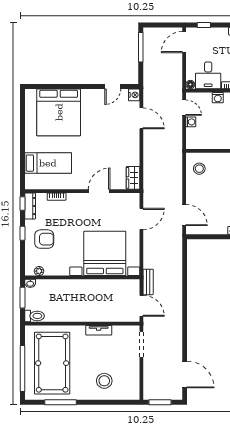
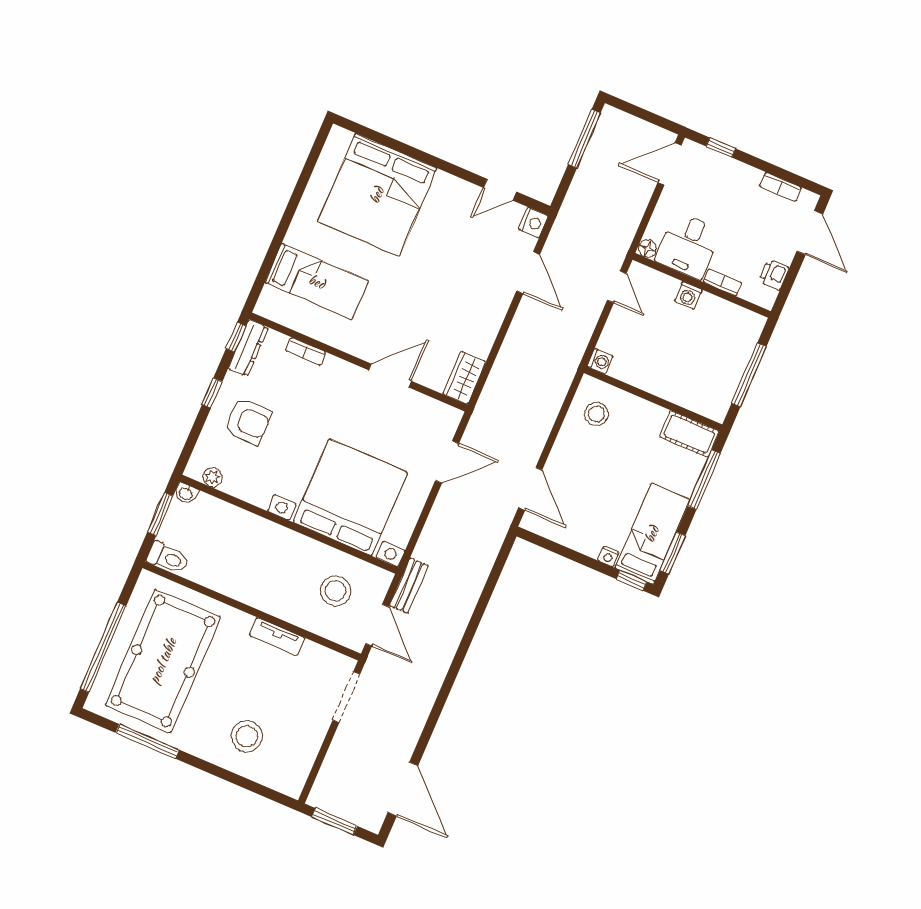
washing machine: (191, 122) -> (600, 361), moved
stool: (116, 298) -> (336, 591), added

